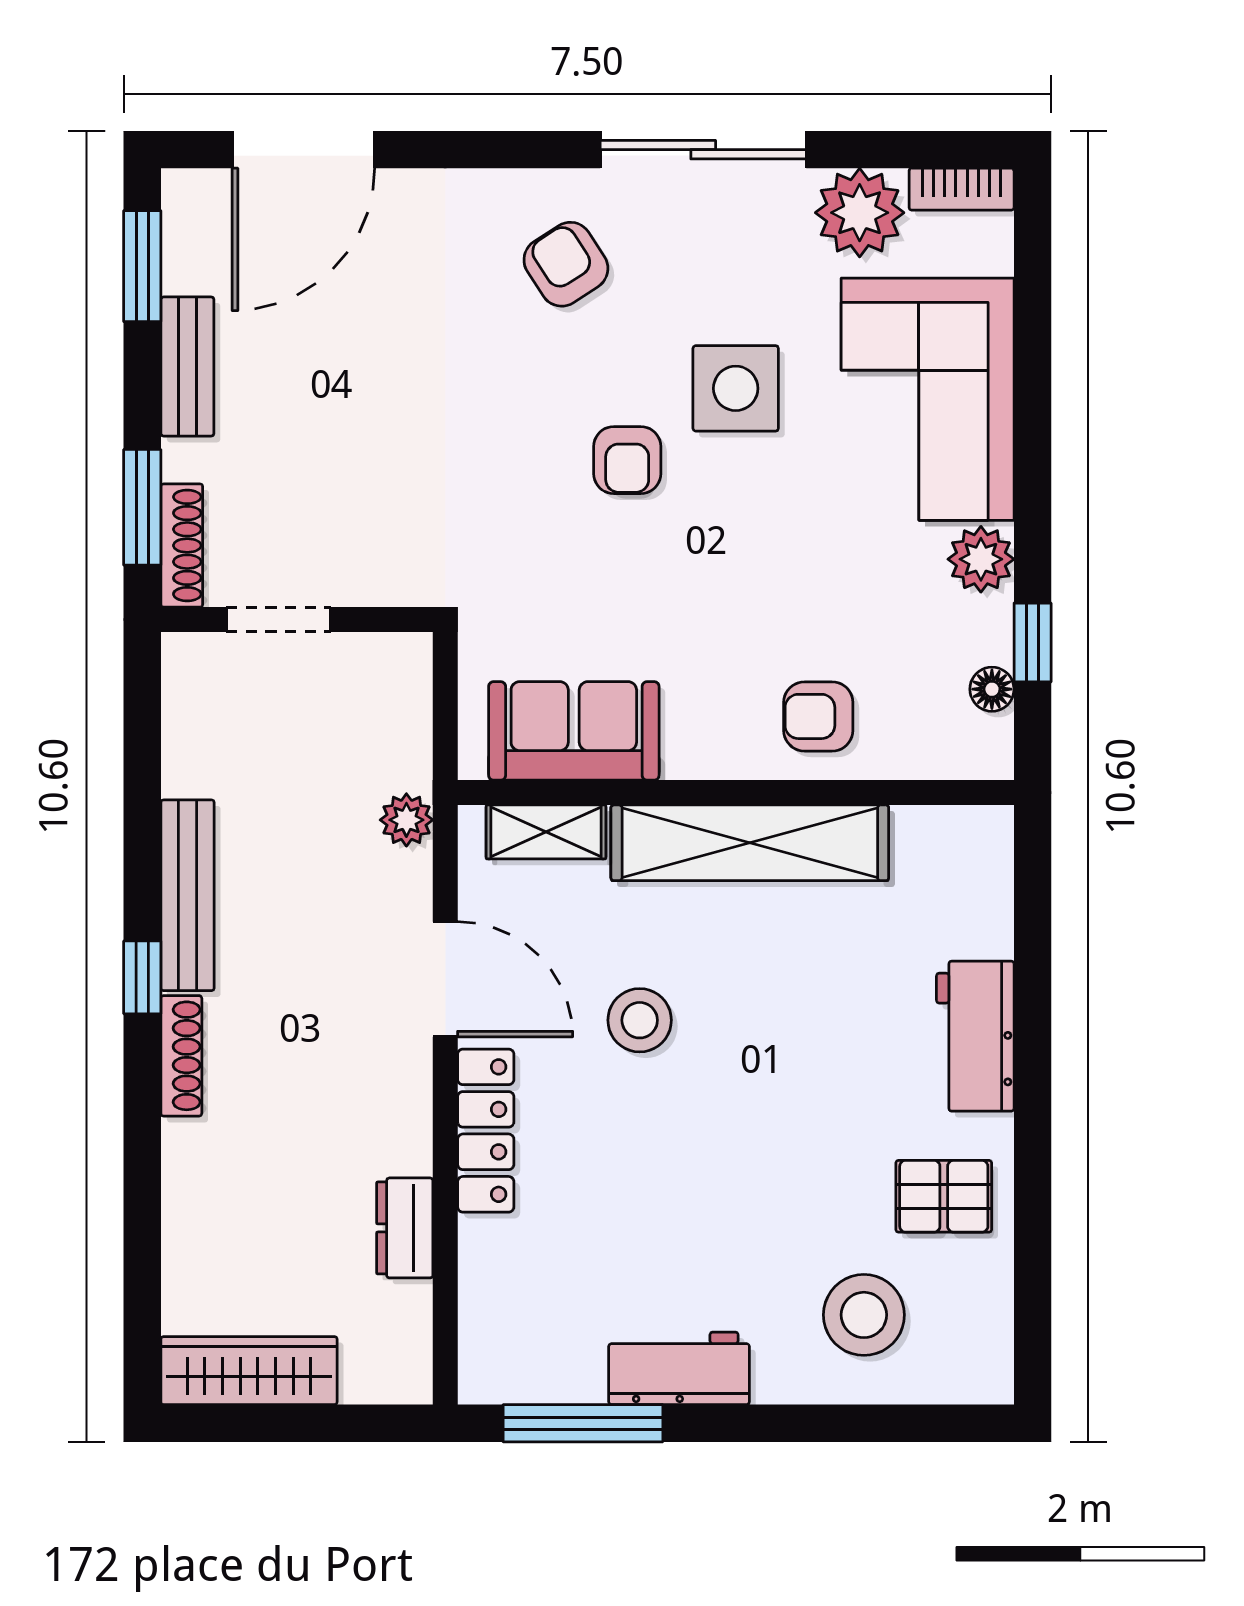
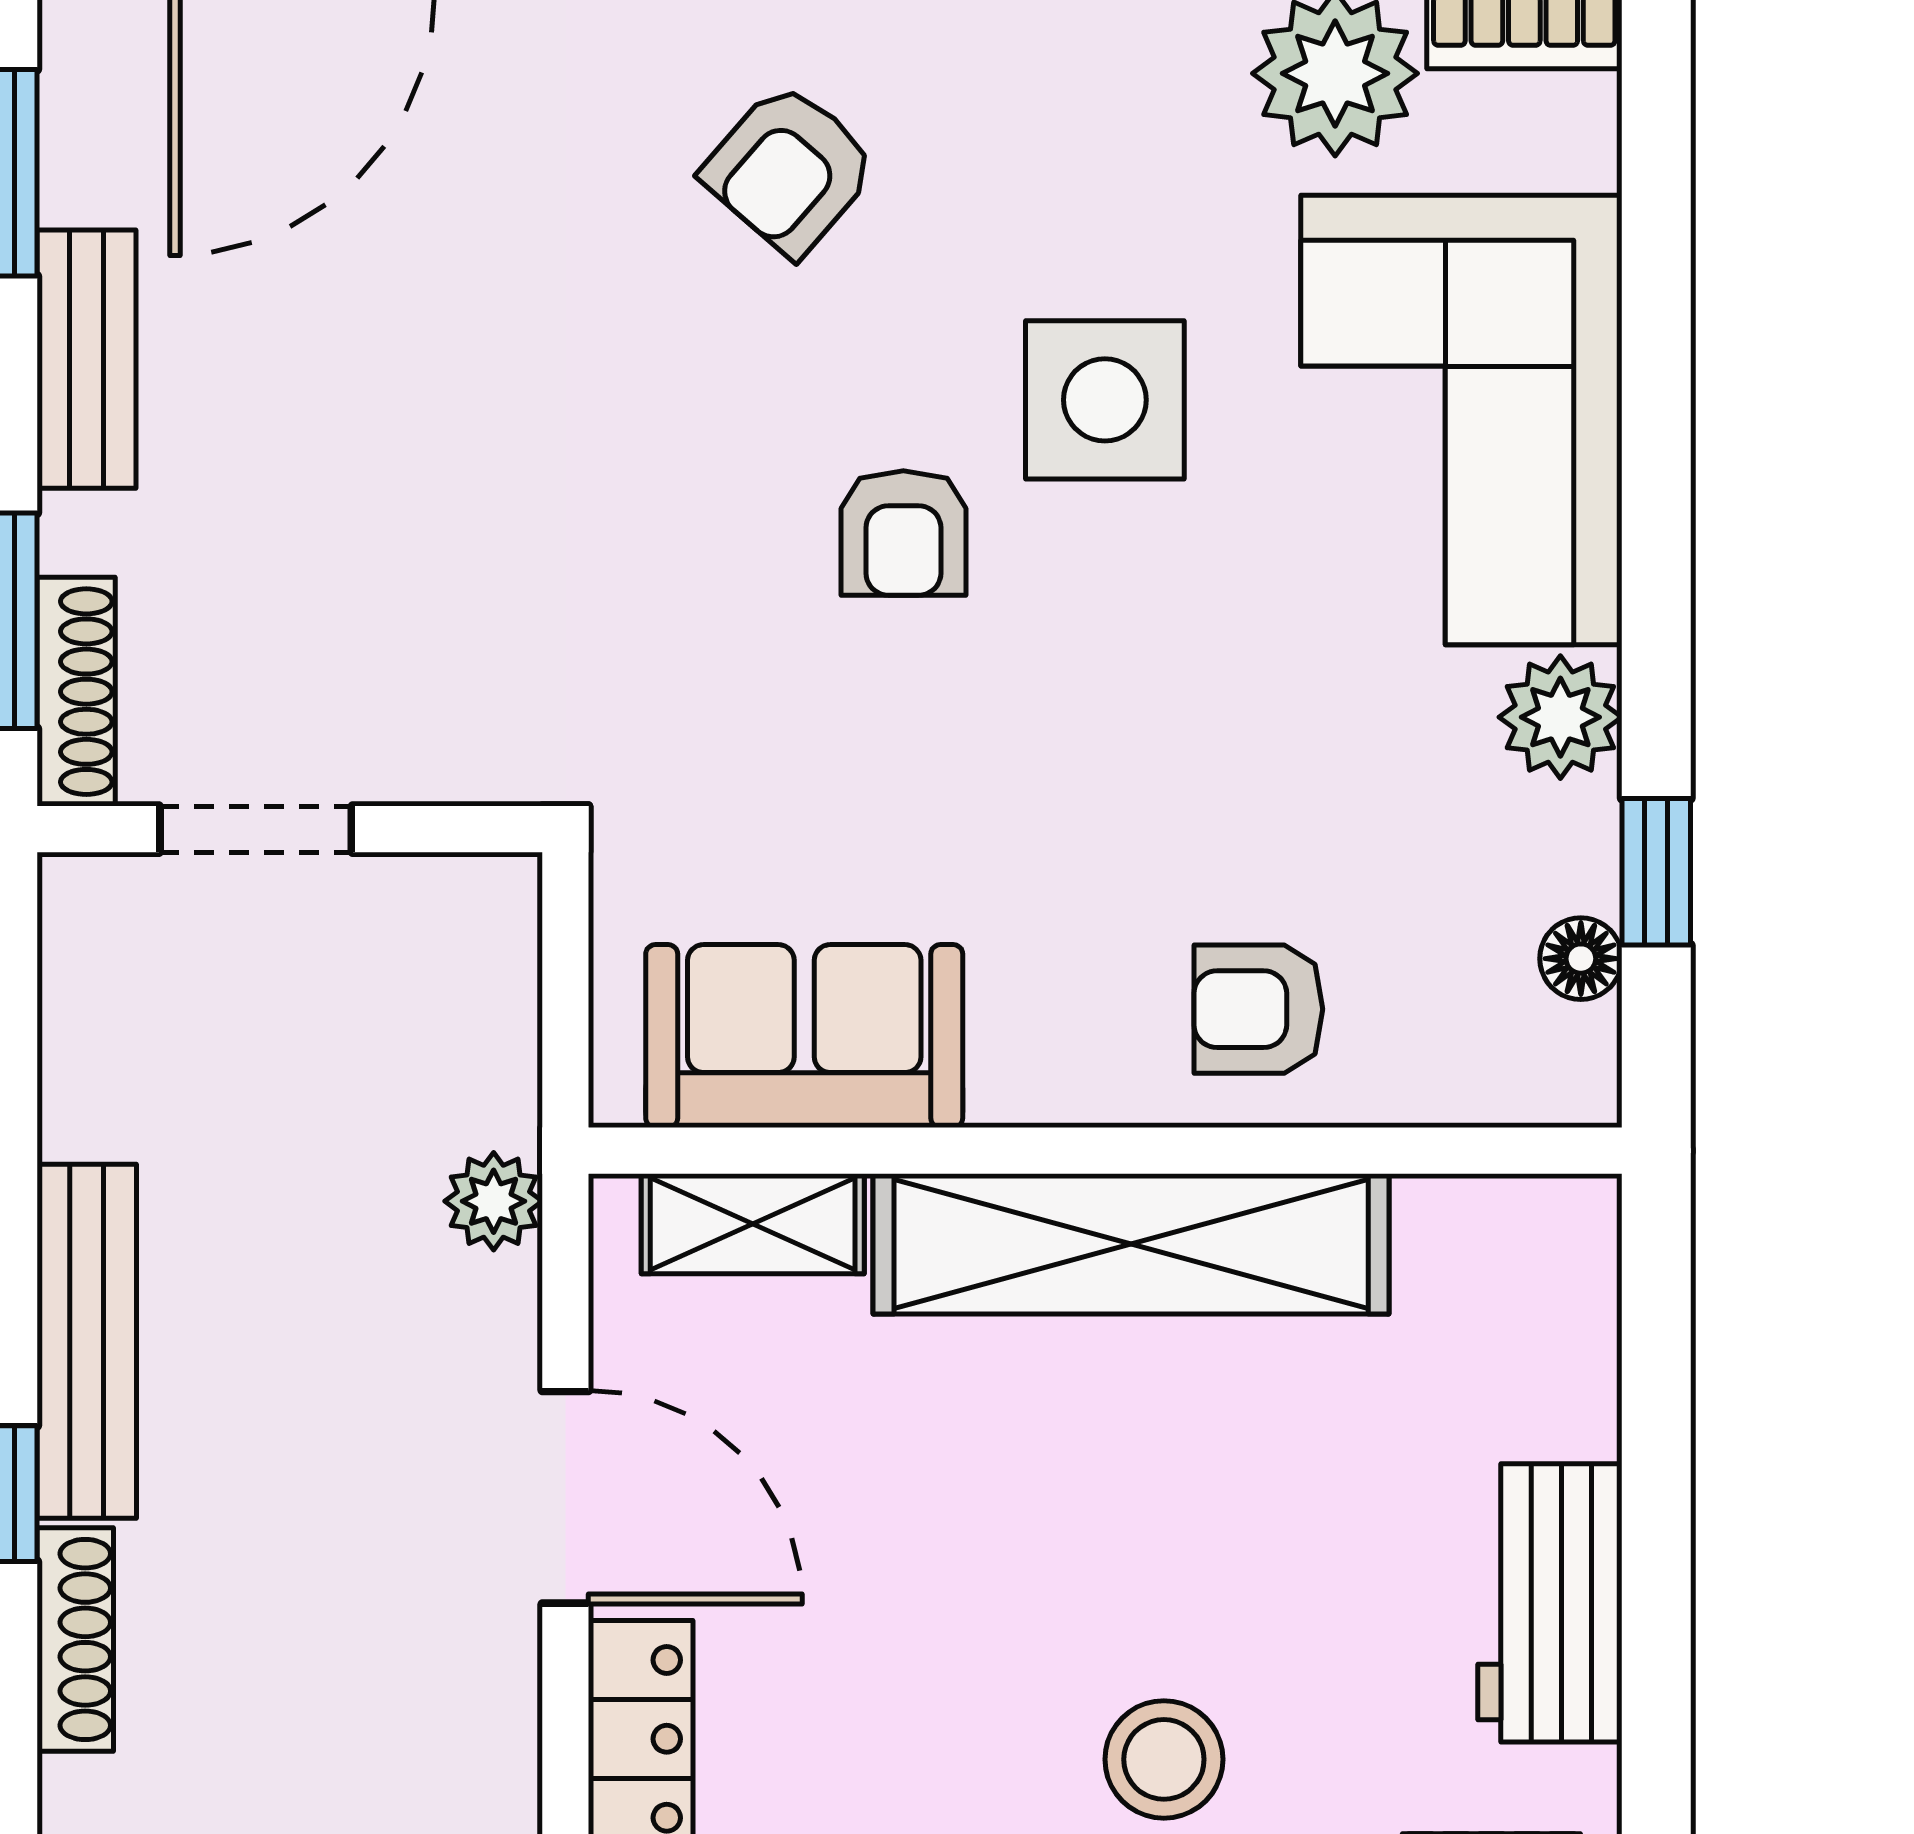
armchair: (566, 264) -> (790, 169), turned -106
stool: (640, 1020) -> (1164, 1759), moved

